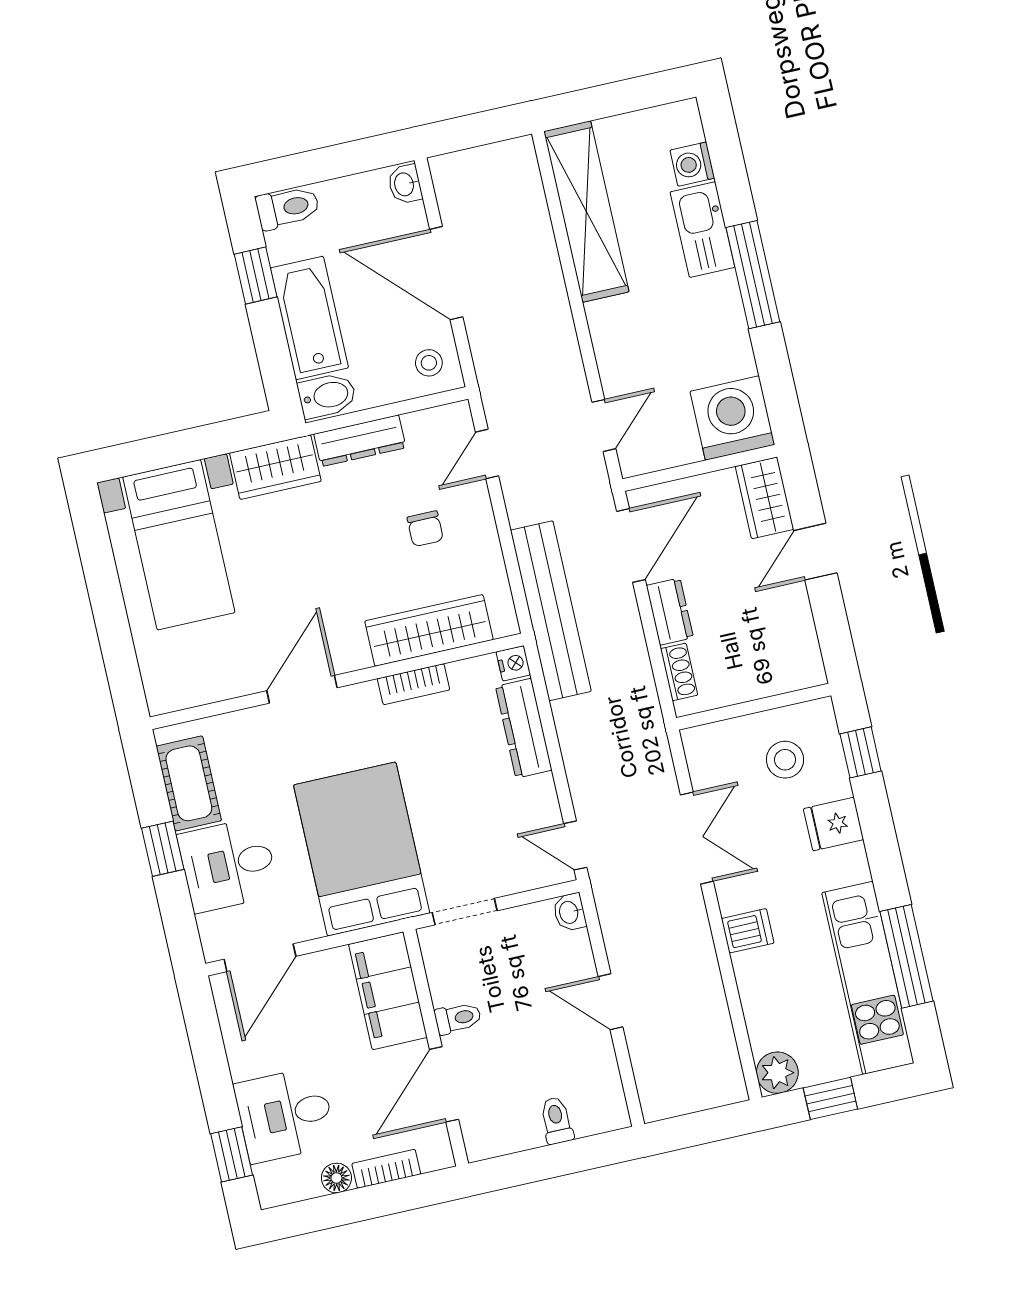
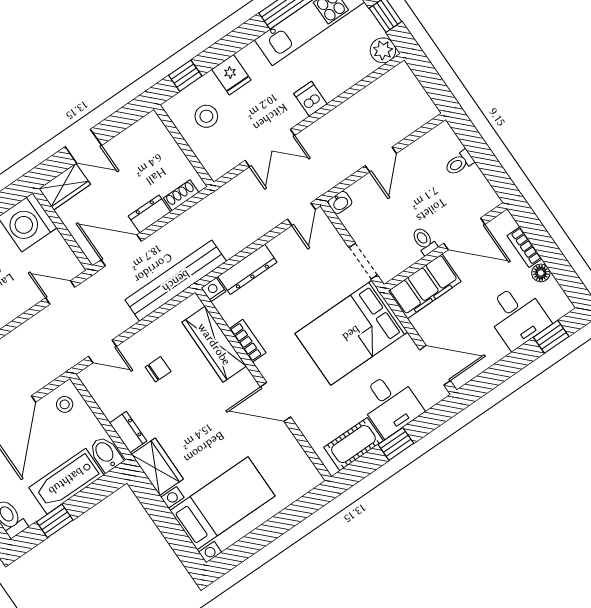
dresser: (360, 441) -> (128, 432), width x0.70
double door: (697, 838) -> (270, 148), swing flipped

